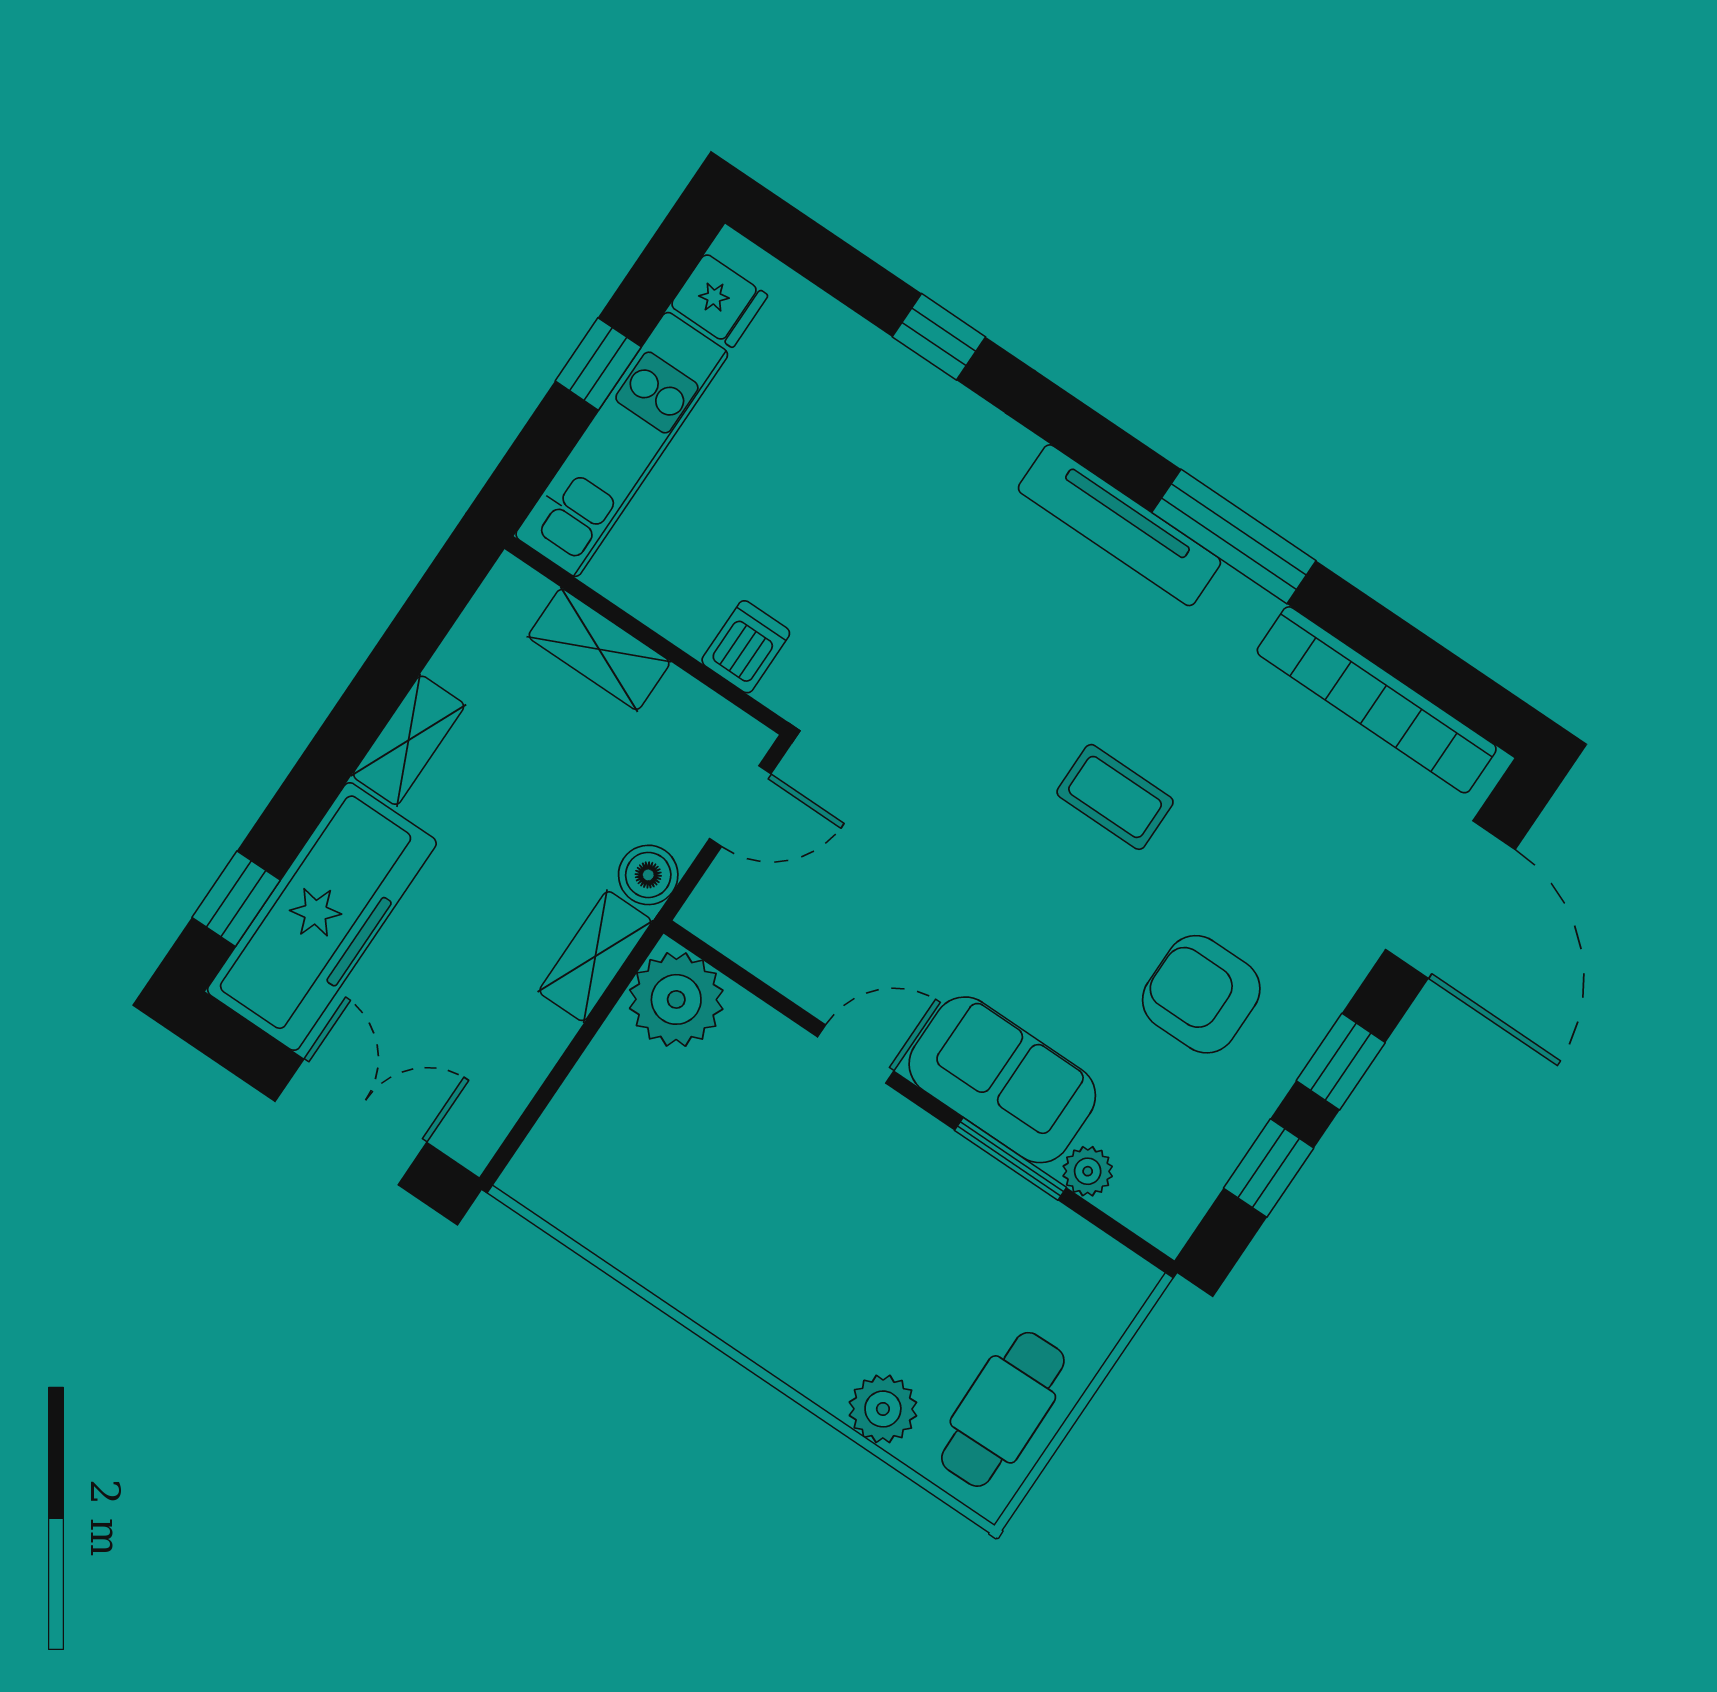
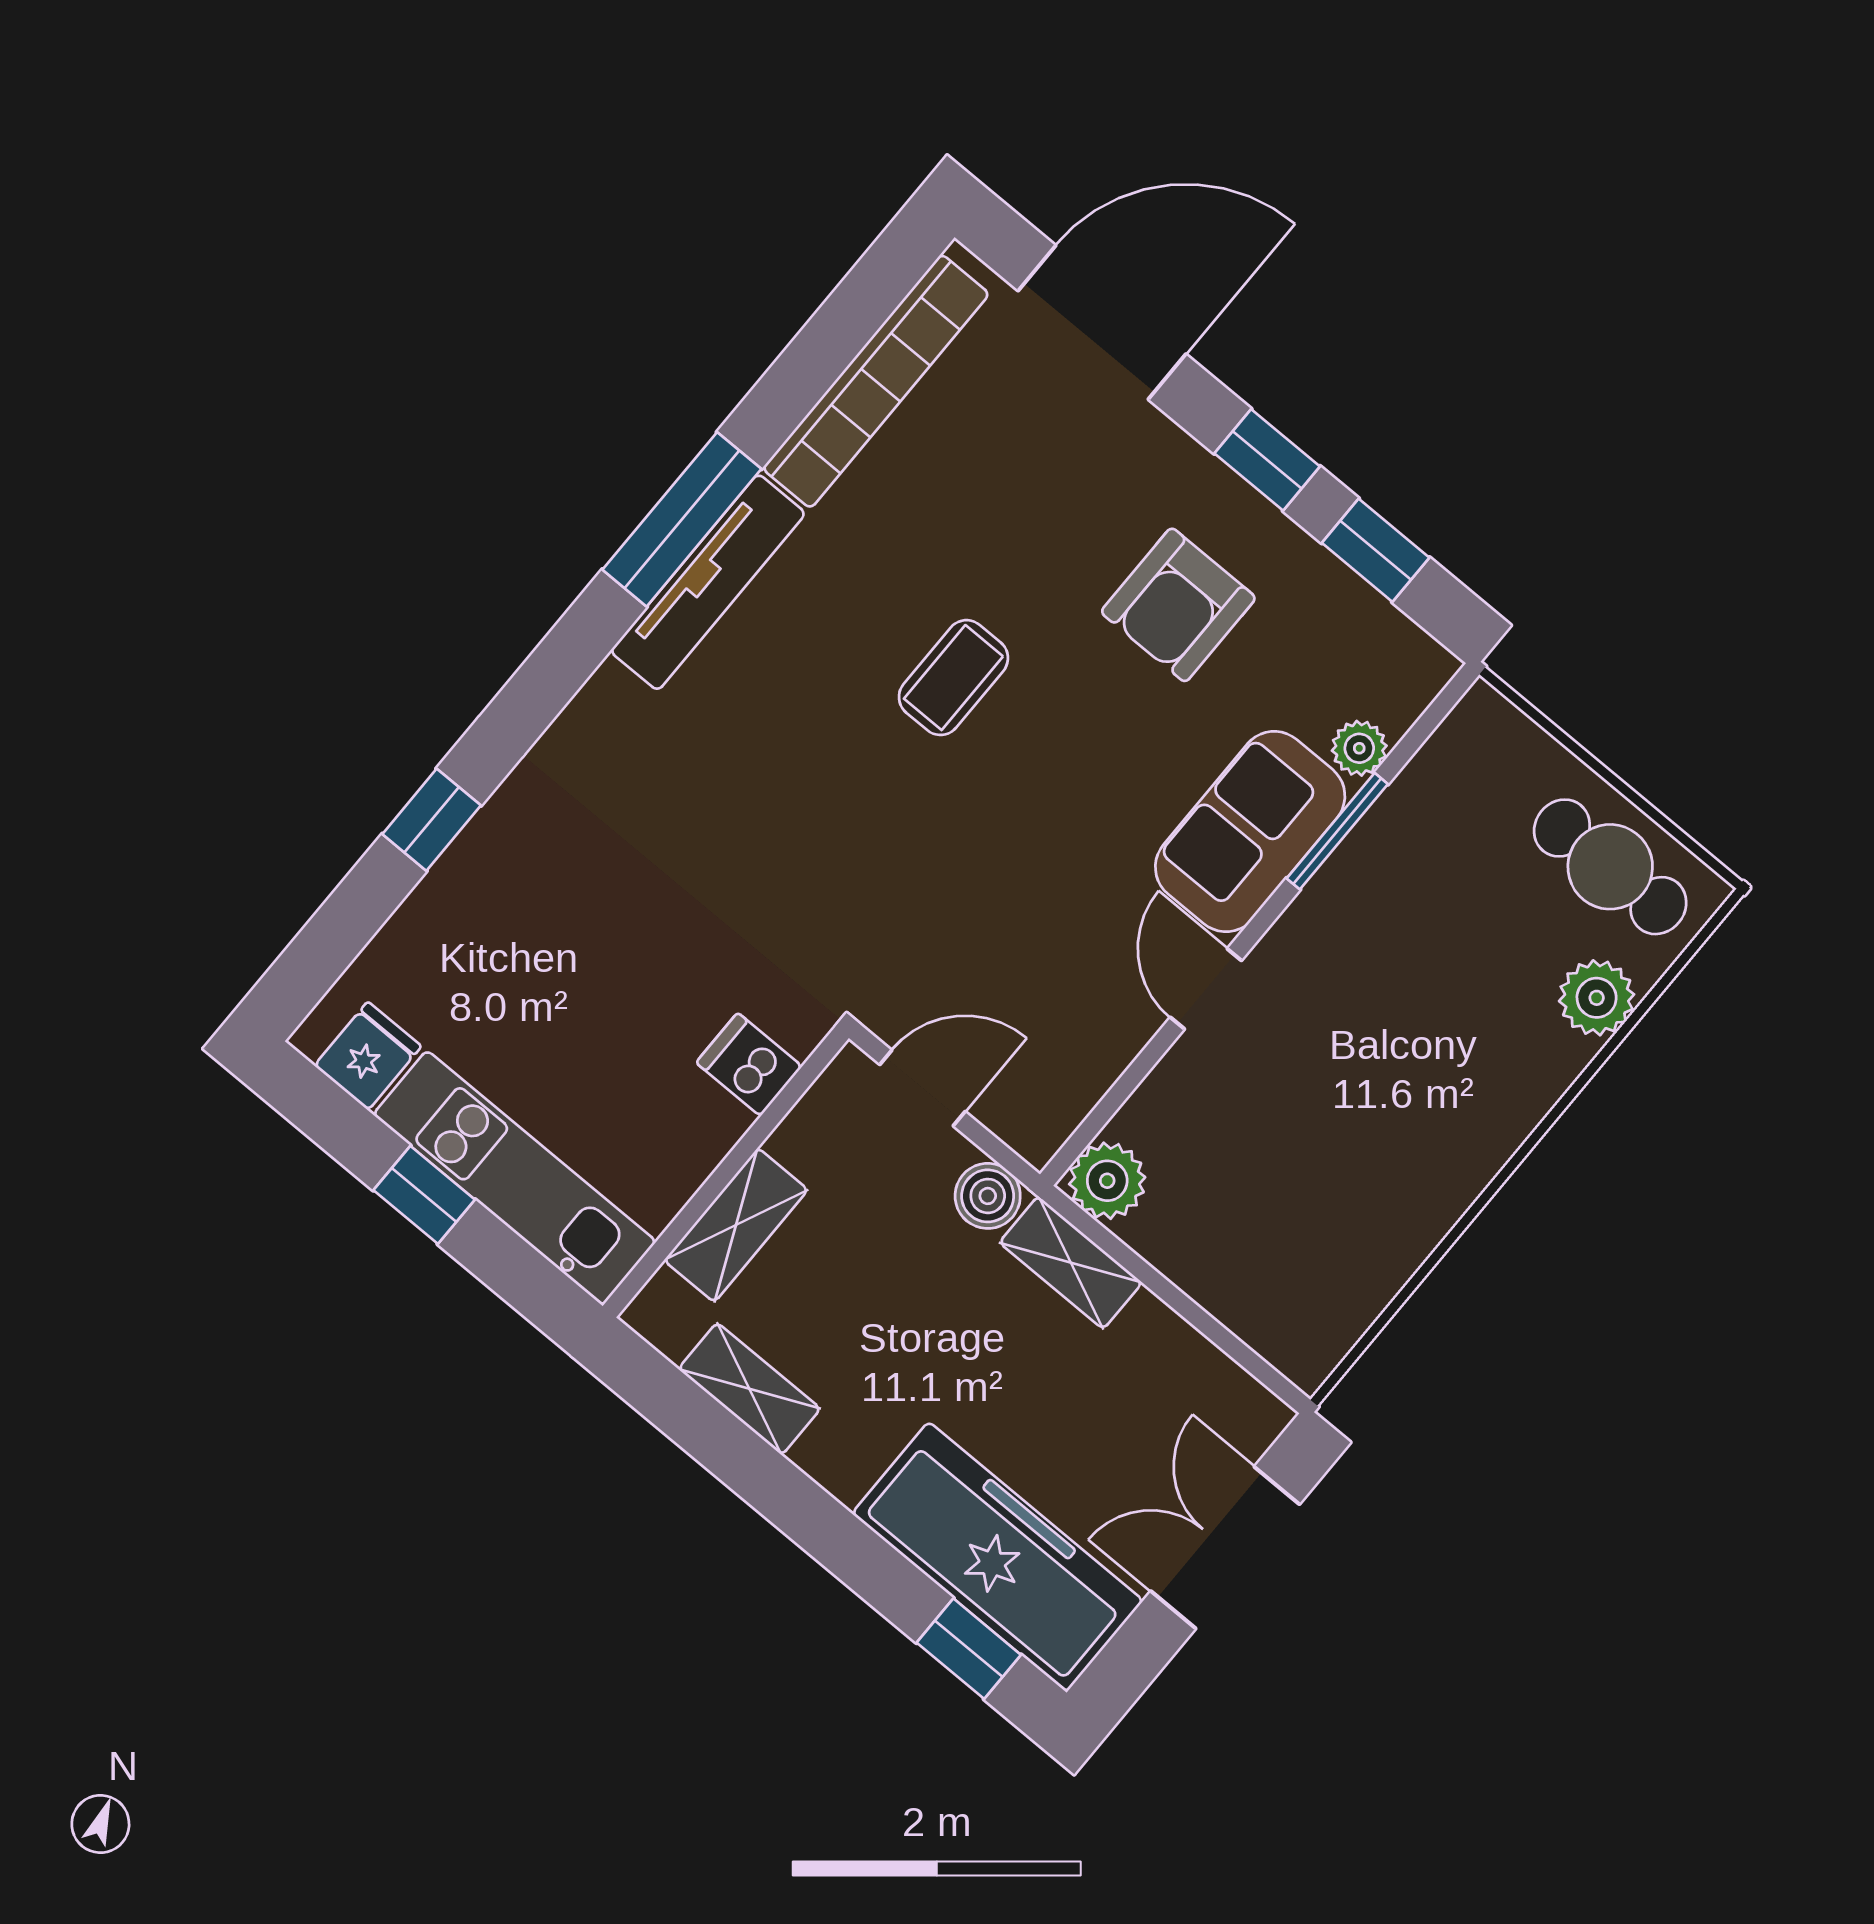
tv unit: (1119, 525) -> (708, 582), moved
shelving: (409, 740) -> (749, 1389), moved
door: (740, 806) -> (923, 1088), hinge flipped
plant: (676, 999) -> (1107, 1181), width x0.73, depth x0.73

